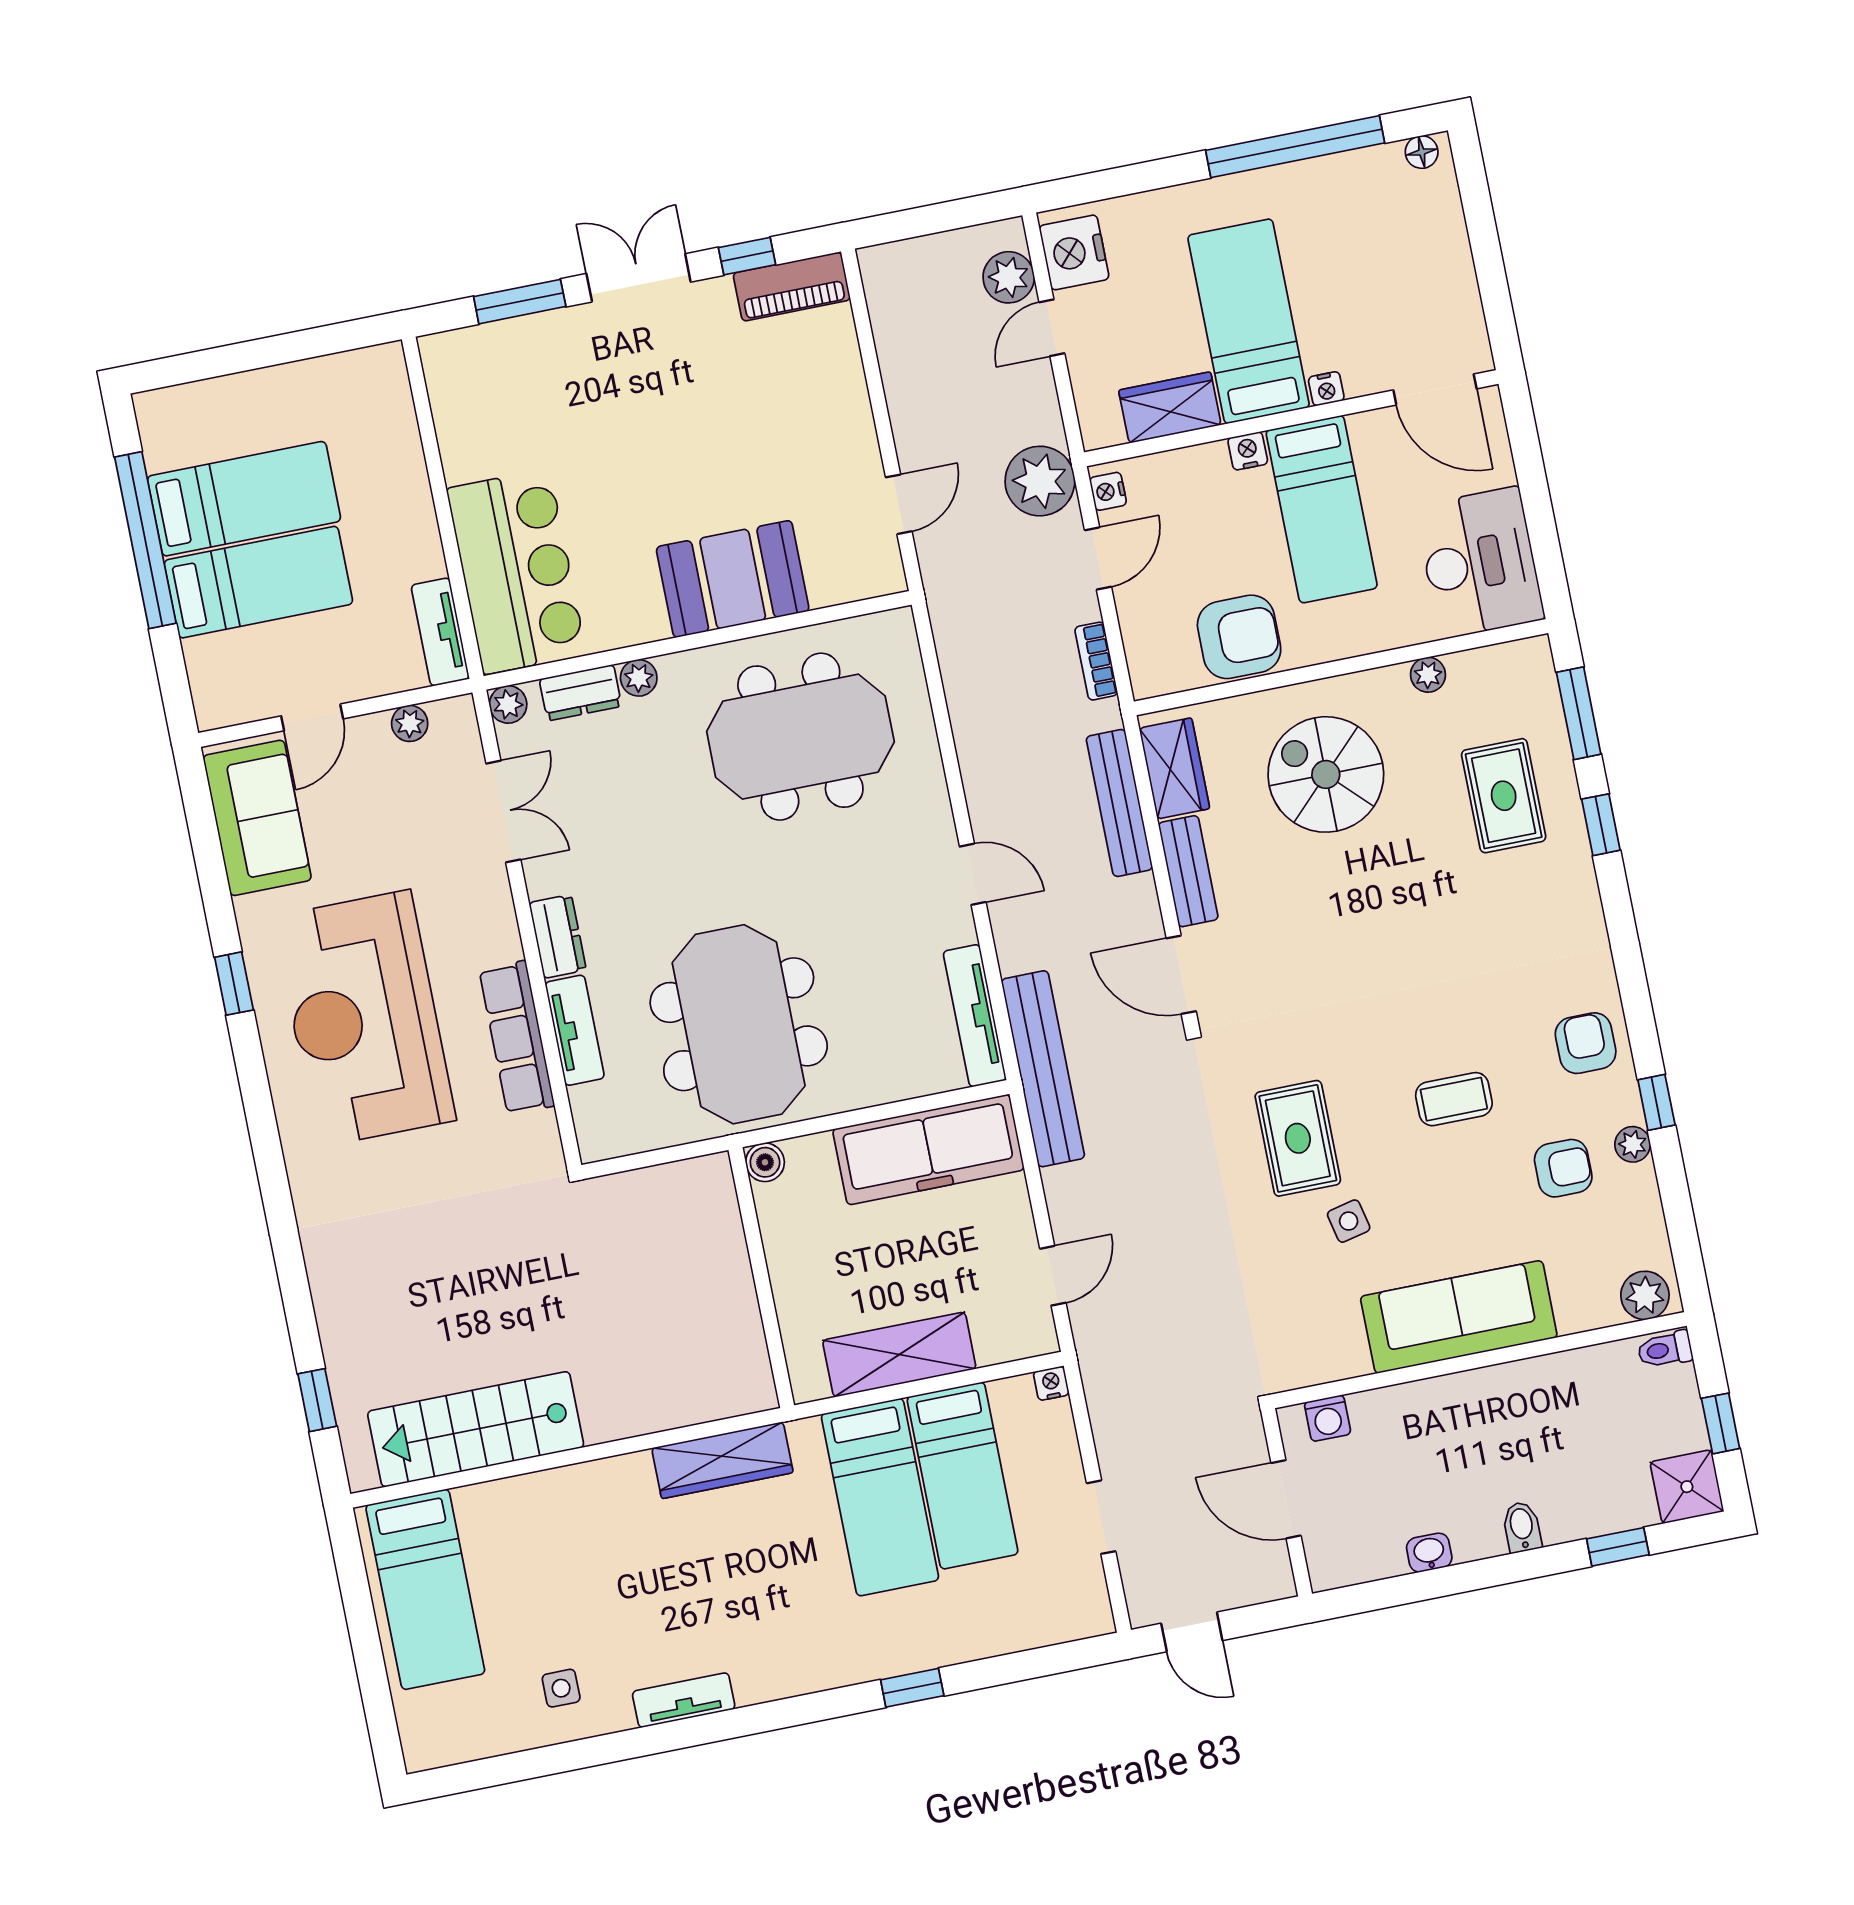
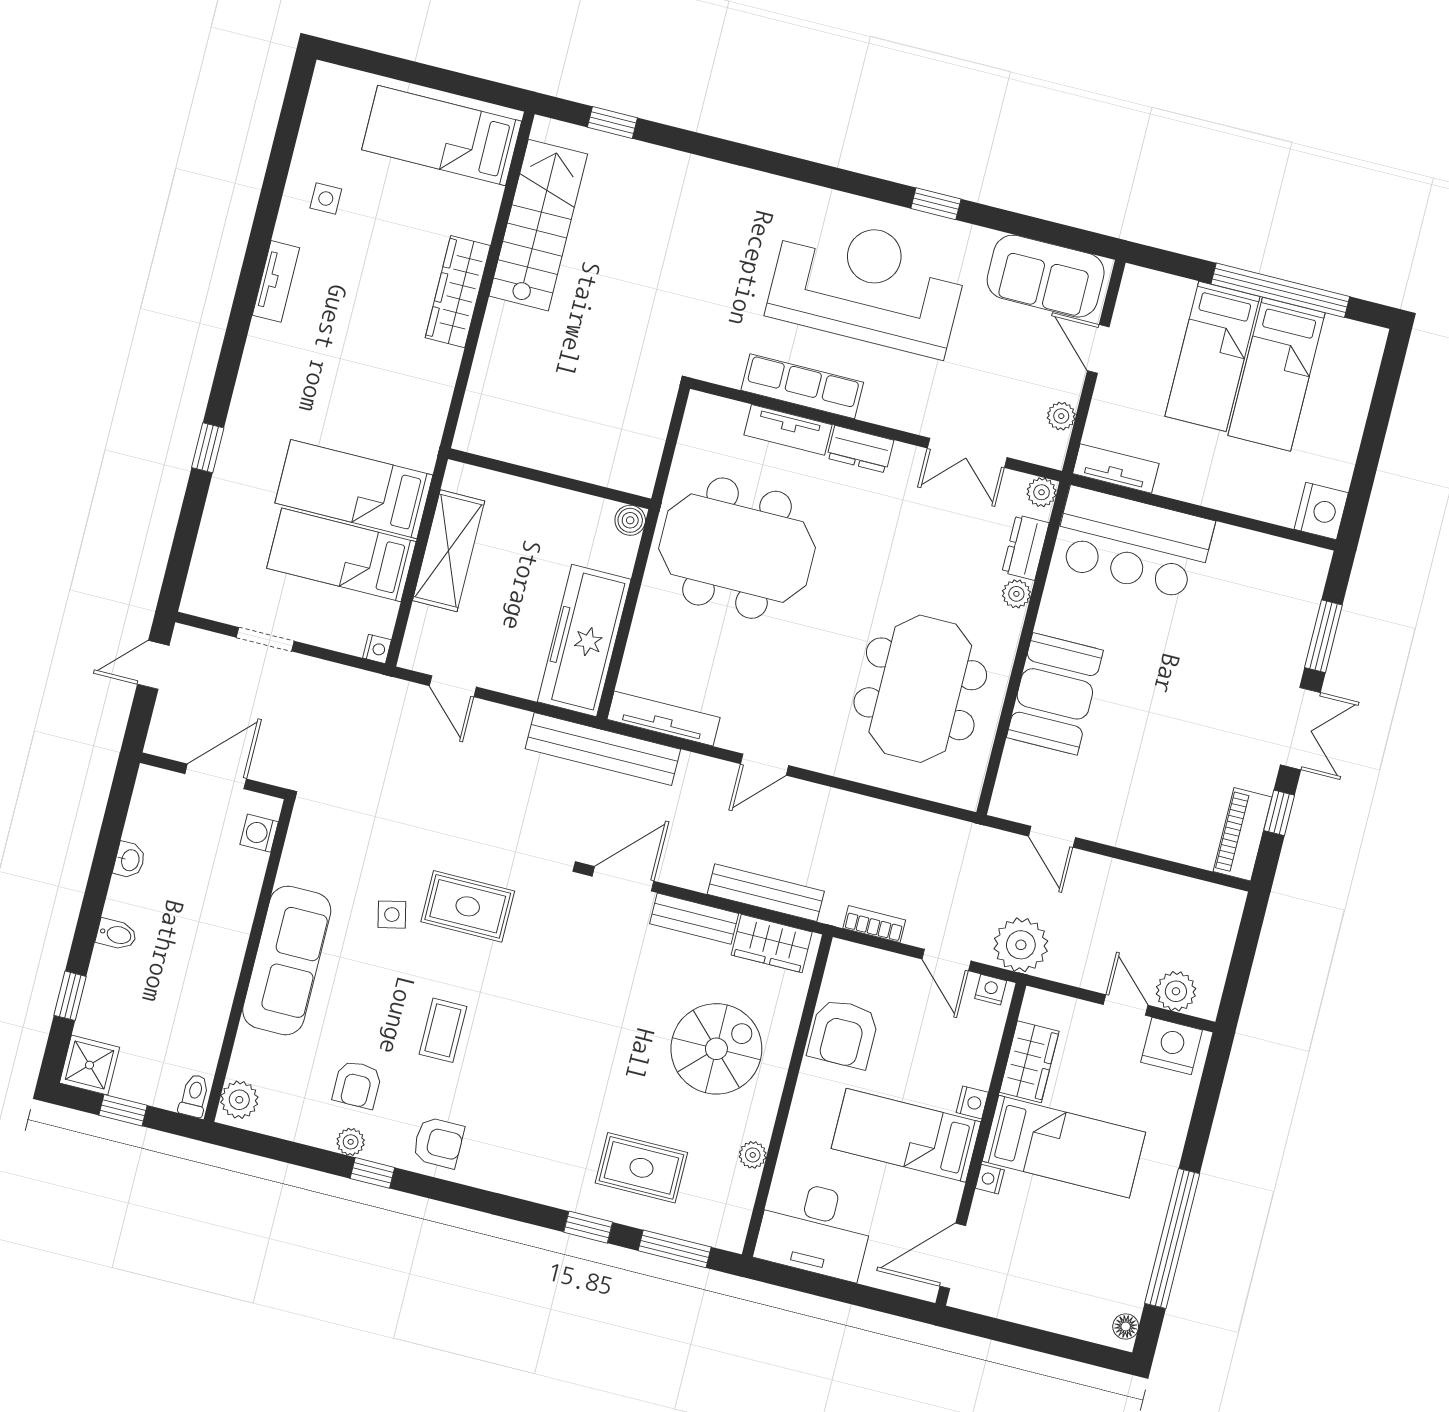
nightstand: (377, 373) -> (1321, 511), added
wardrobe: (722, 1460) -> (458, 292), moved

